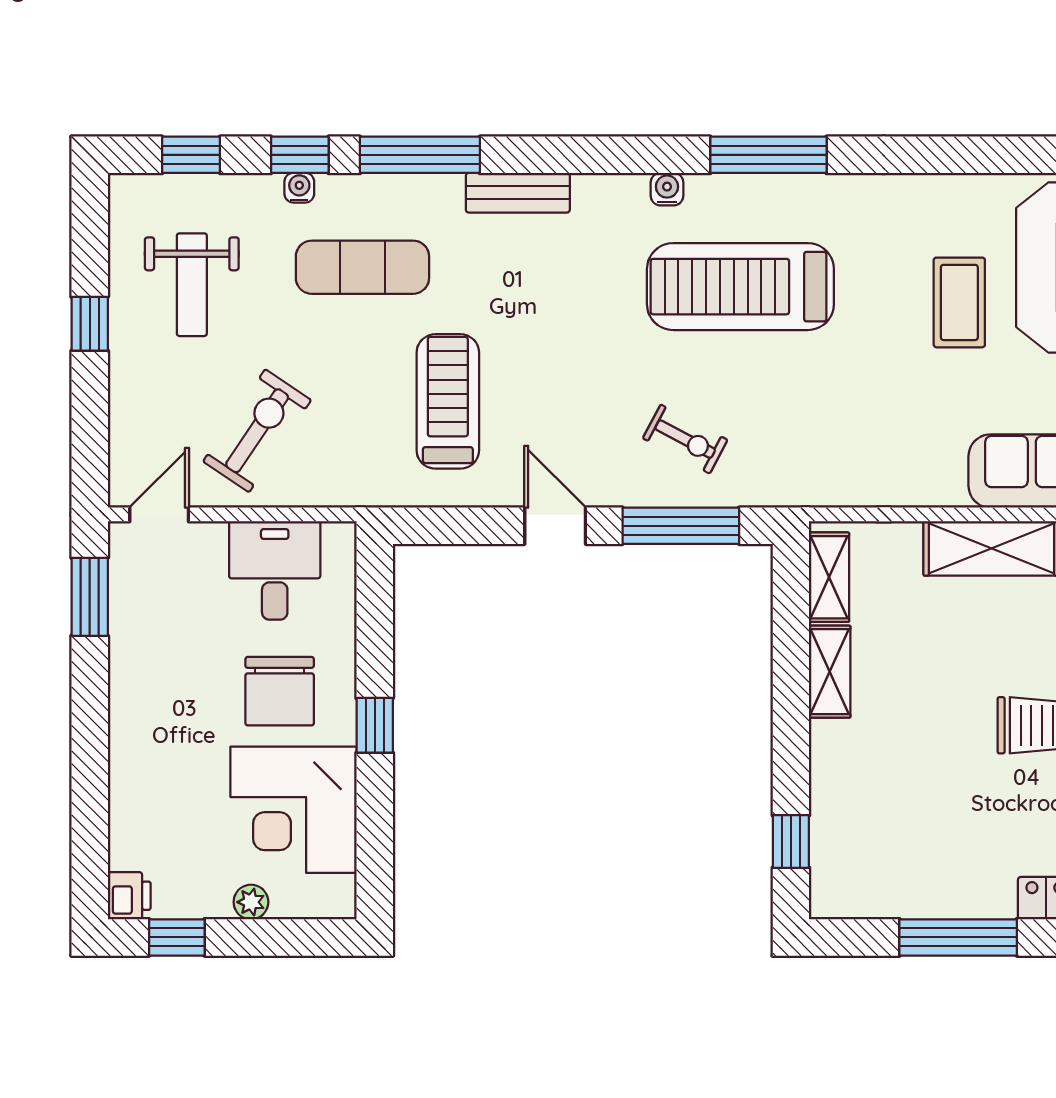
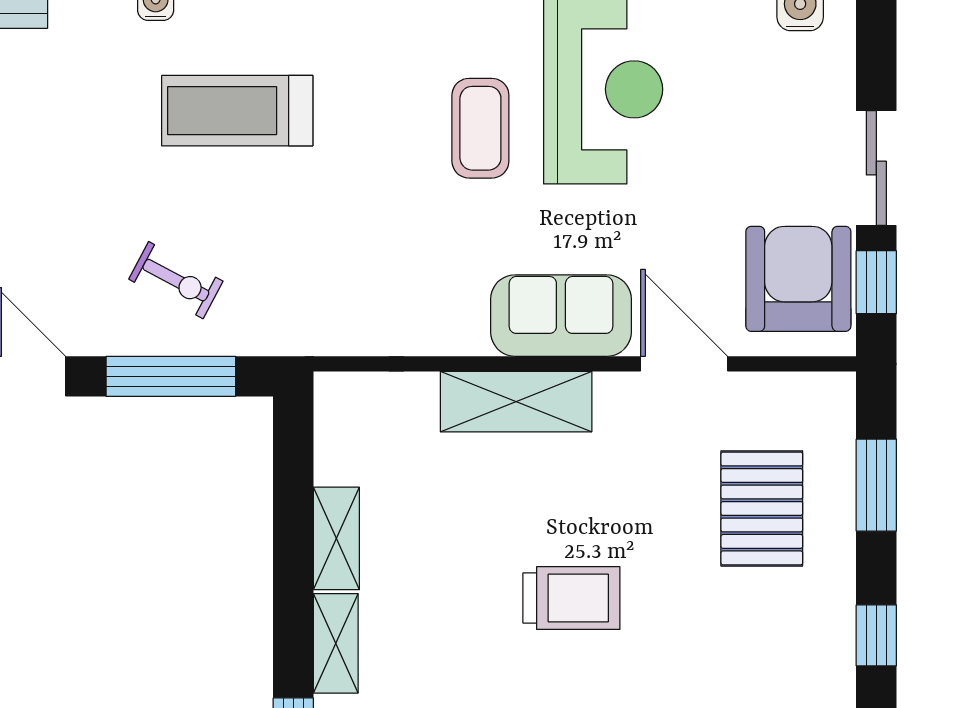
treadmill: (740, 287) -> (237, 111), width x0.73, depth x0.73
shelving: (829, 577) -> (336, 643), moved

